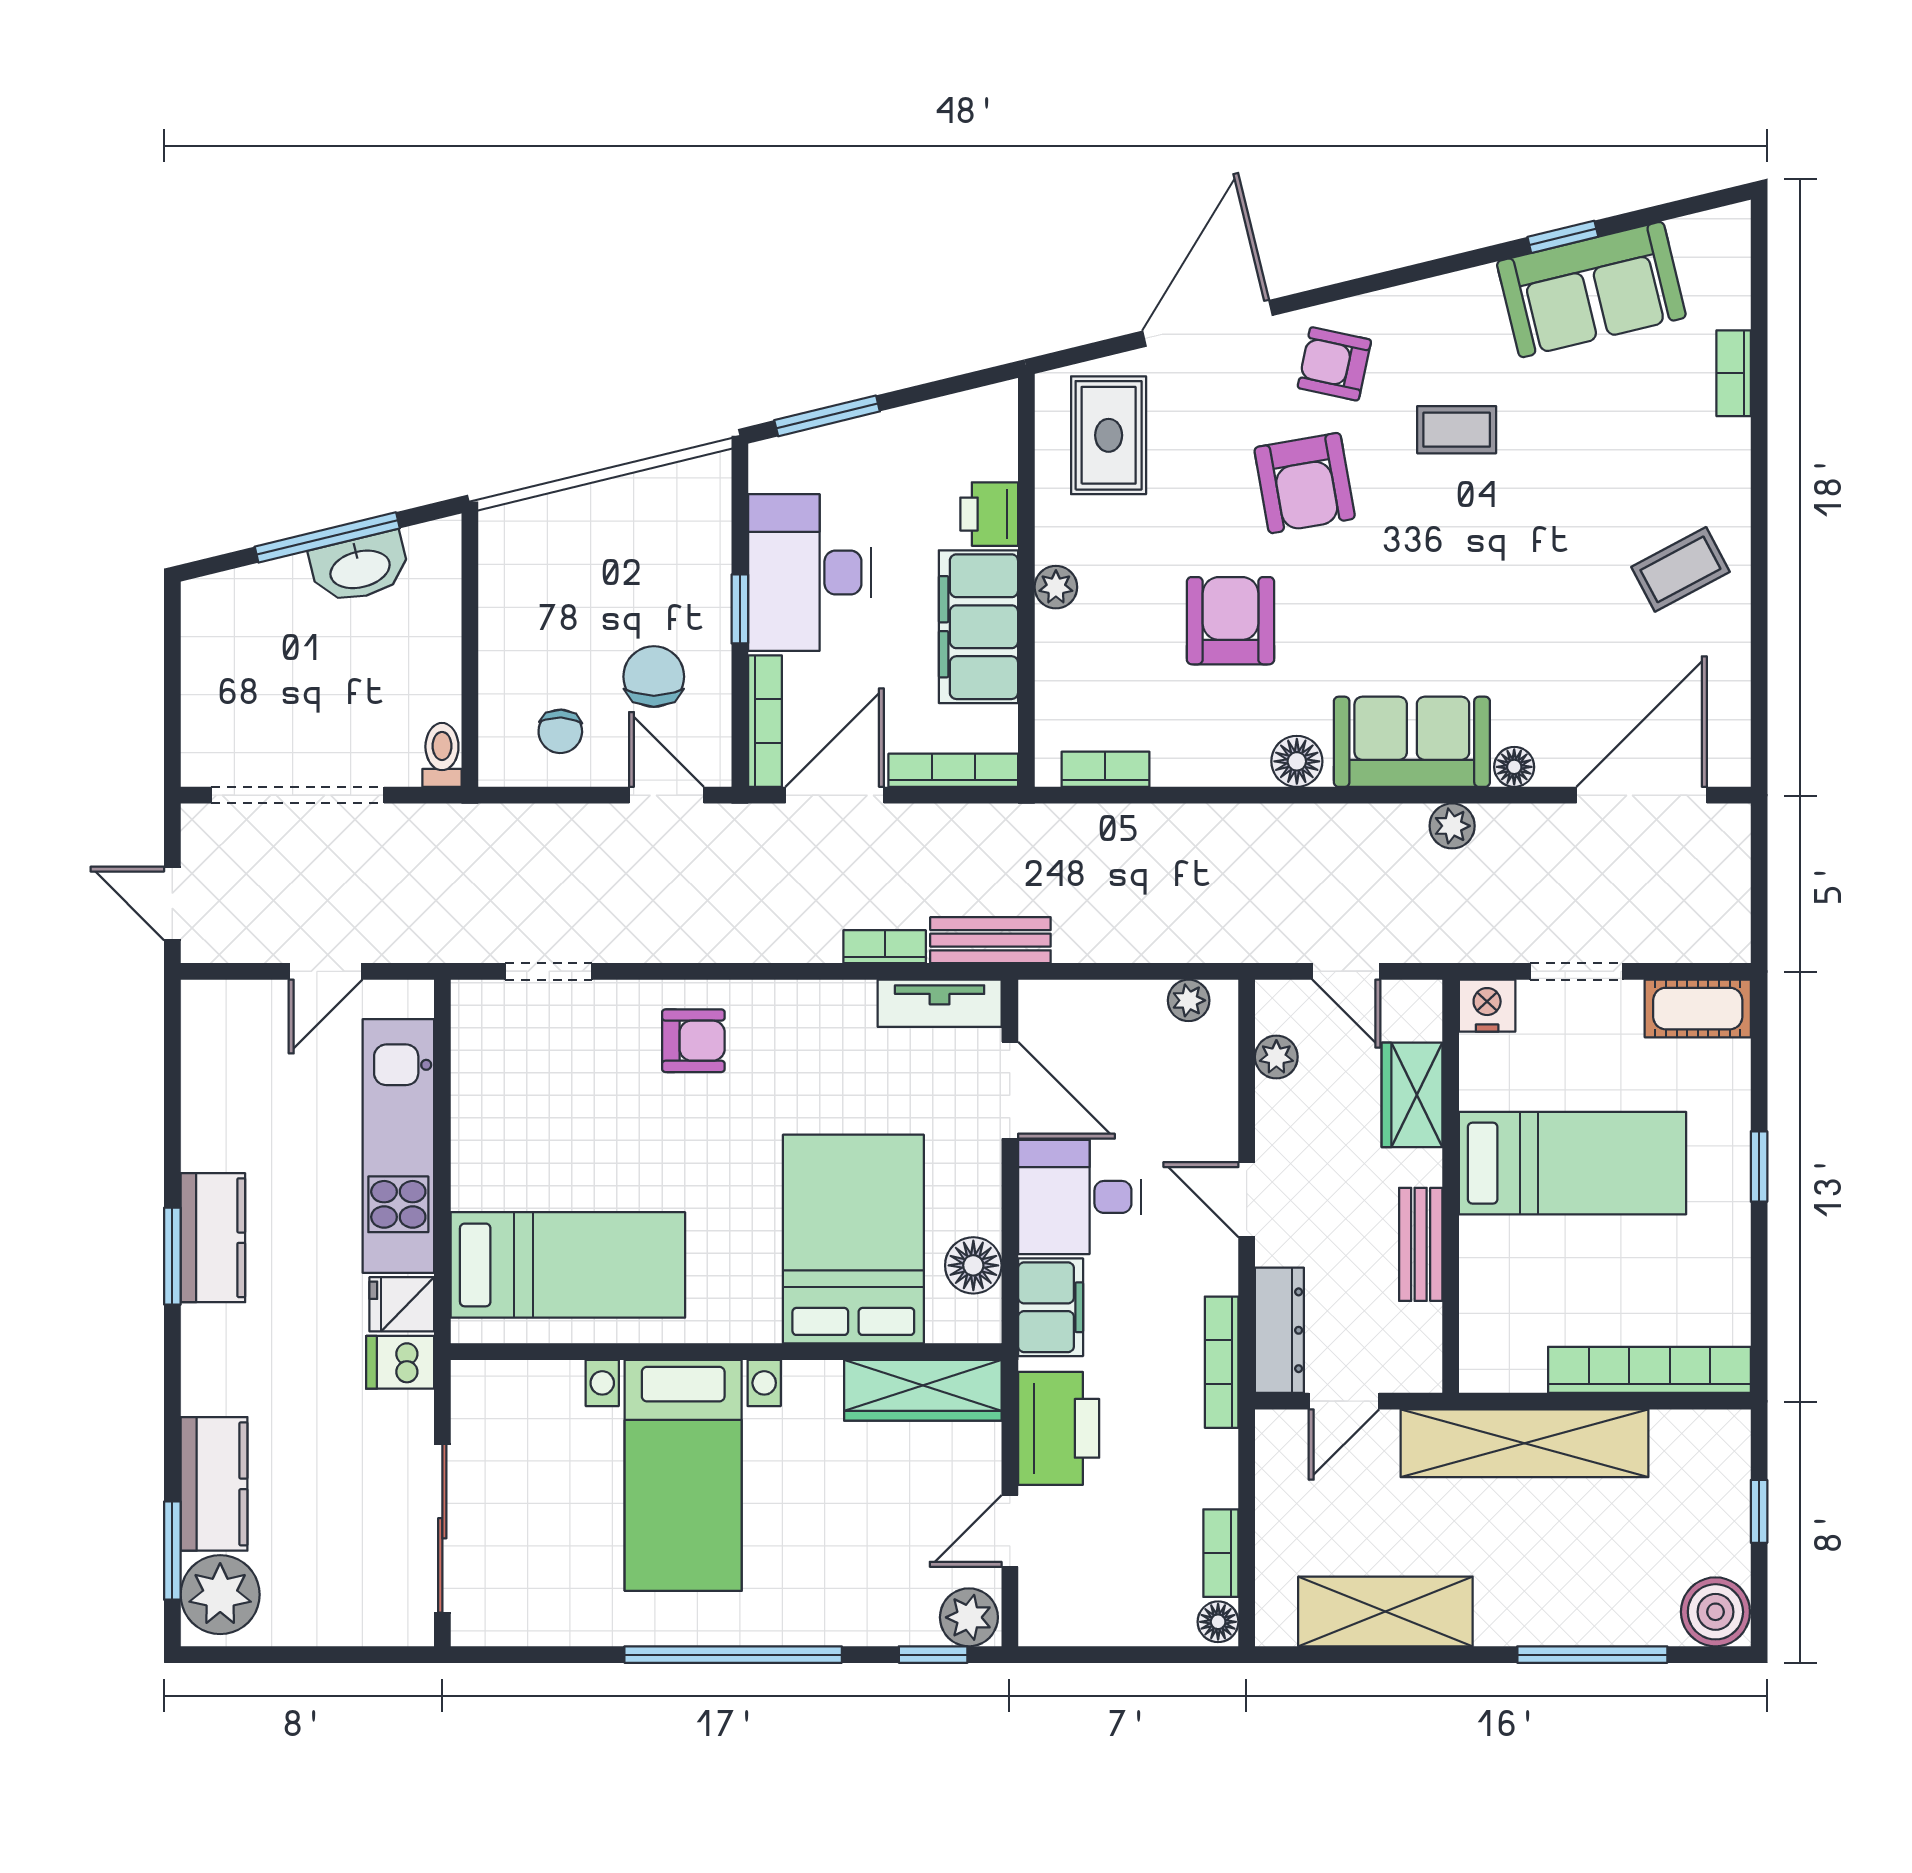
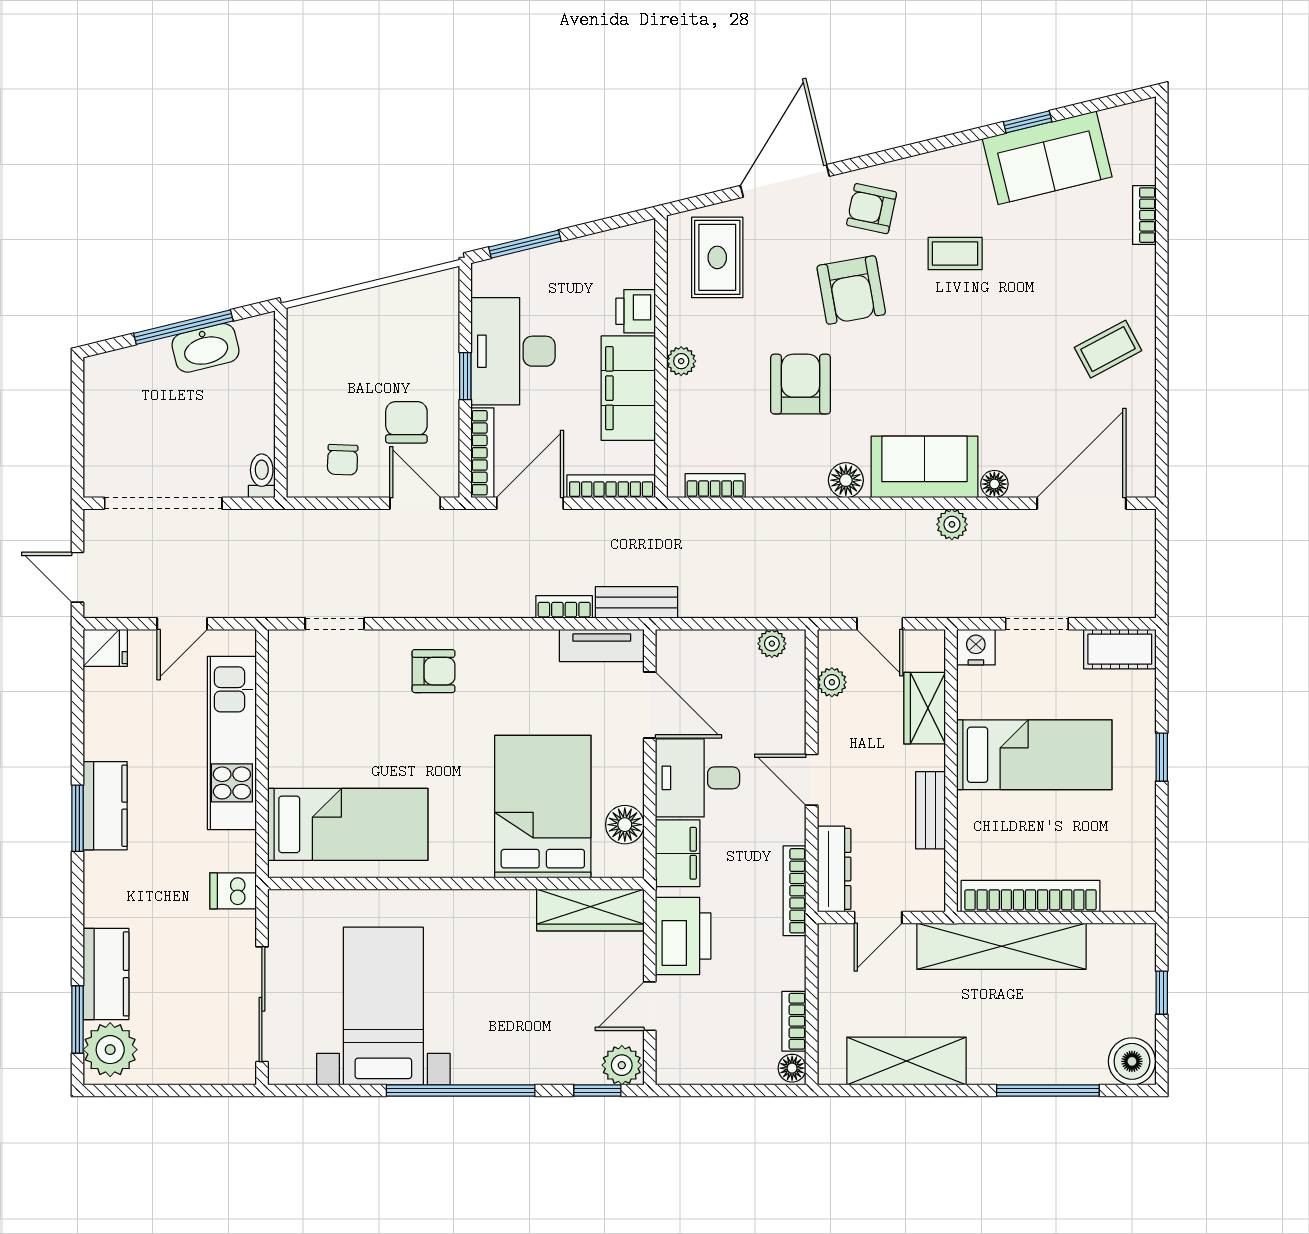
fridge: (402, 1304) -> (105, 648), moved, turned 180
bookcase: (1649, 1370) -> (1031, 896), moved
bed with nightstands: (683, 1475) -> (383, 1006), moved, turned 180

